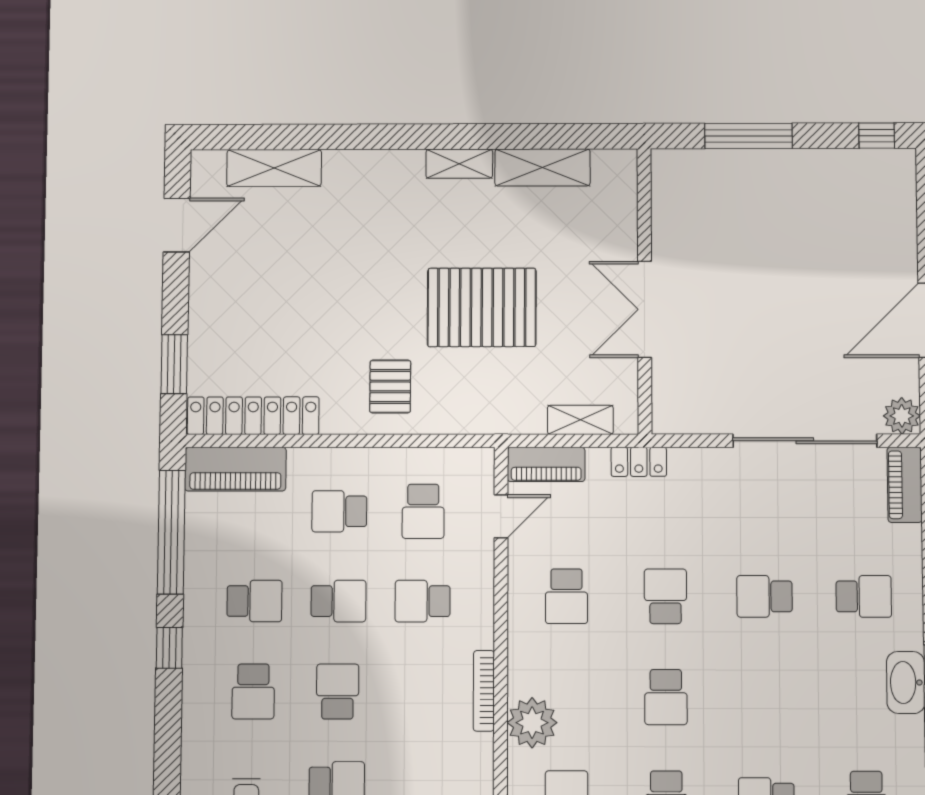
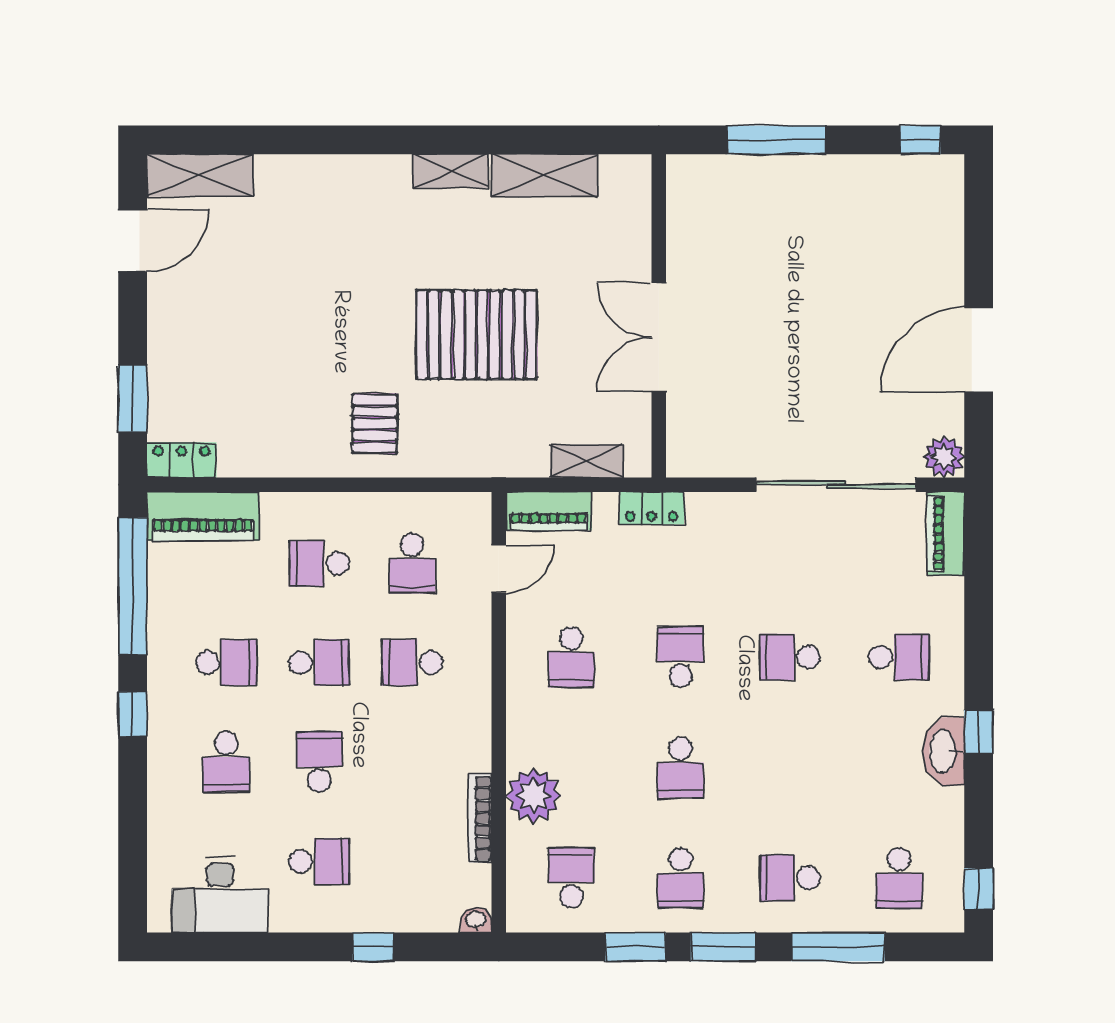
shelving: (274, 168) -> (200, 175), moved
locker: (253, 416) -> (182, 460), width x0.46, depth x0.83
bookcase: (484, 691) -> (480, 818), moved

